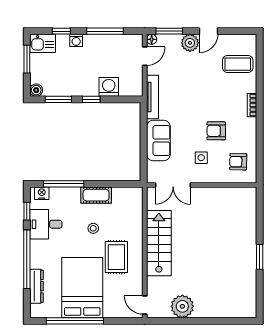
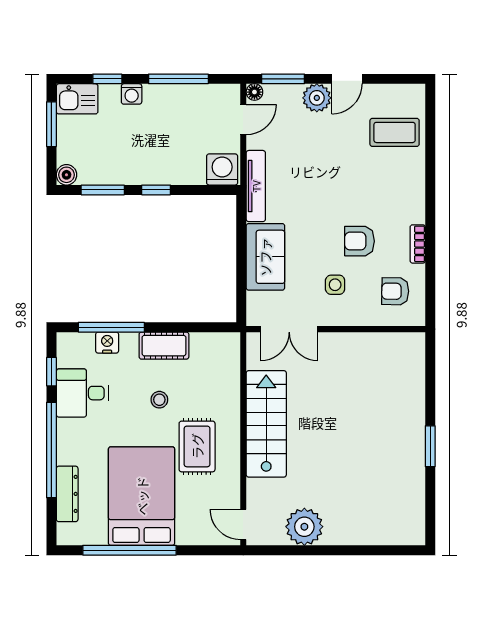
washing machine: (109, 87) -> (222, 169), moved
bookcase: (252, 105) -> (418, 244), moved
nightstand: (42, 193) -> (107, 343), moved

